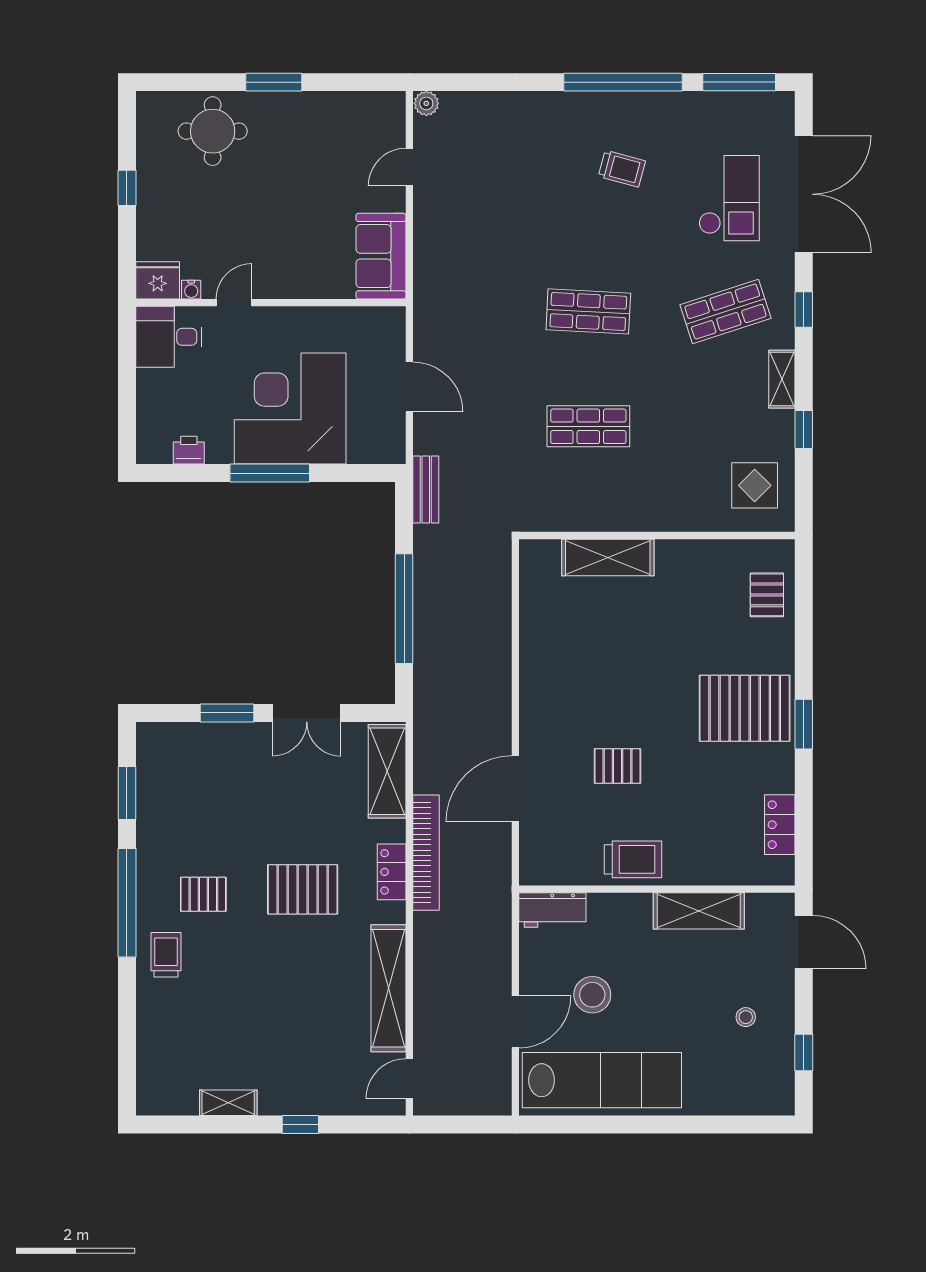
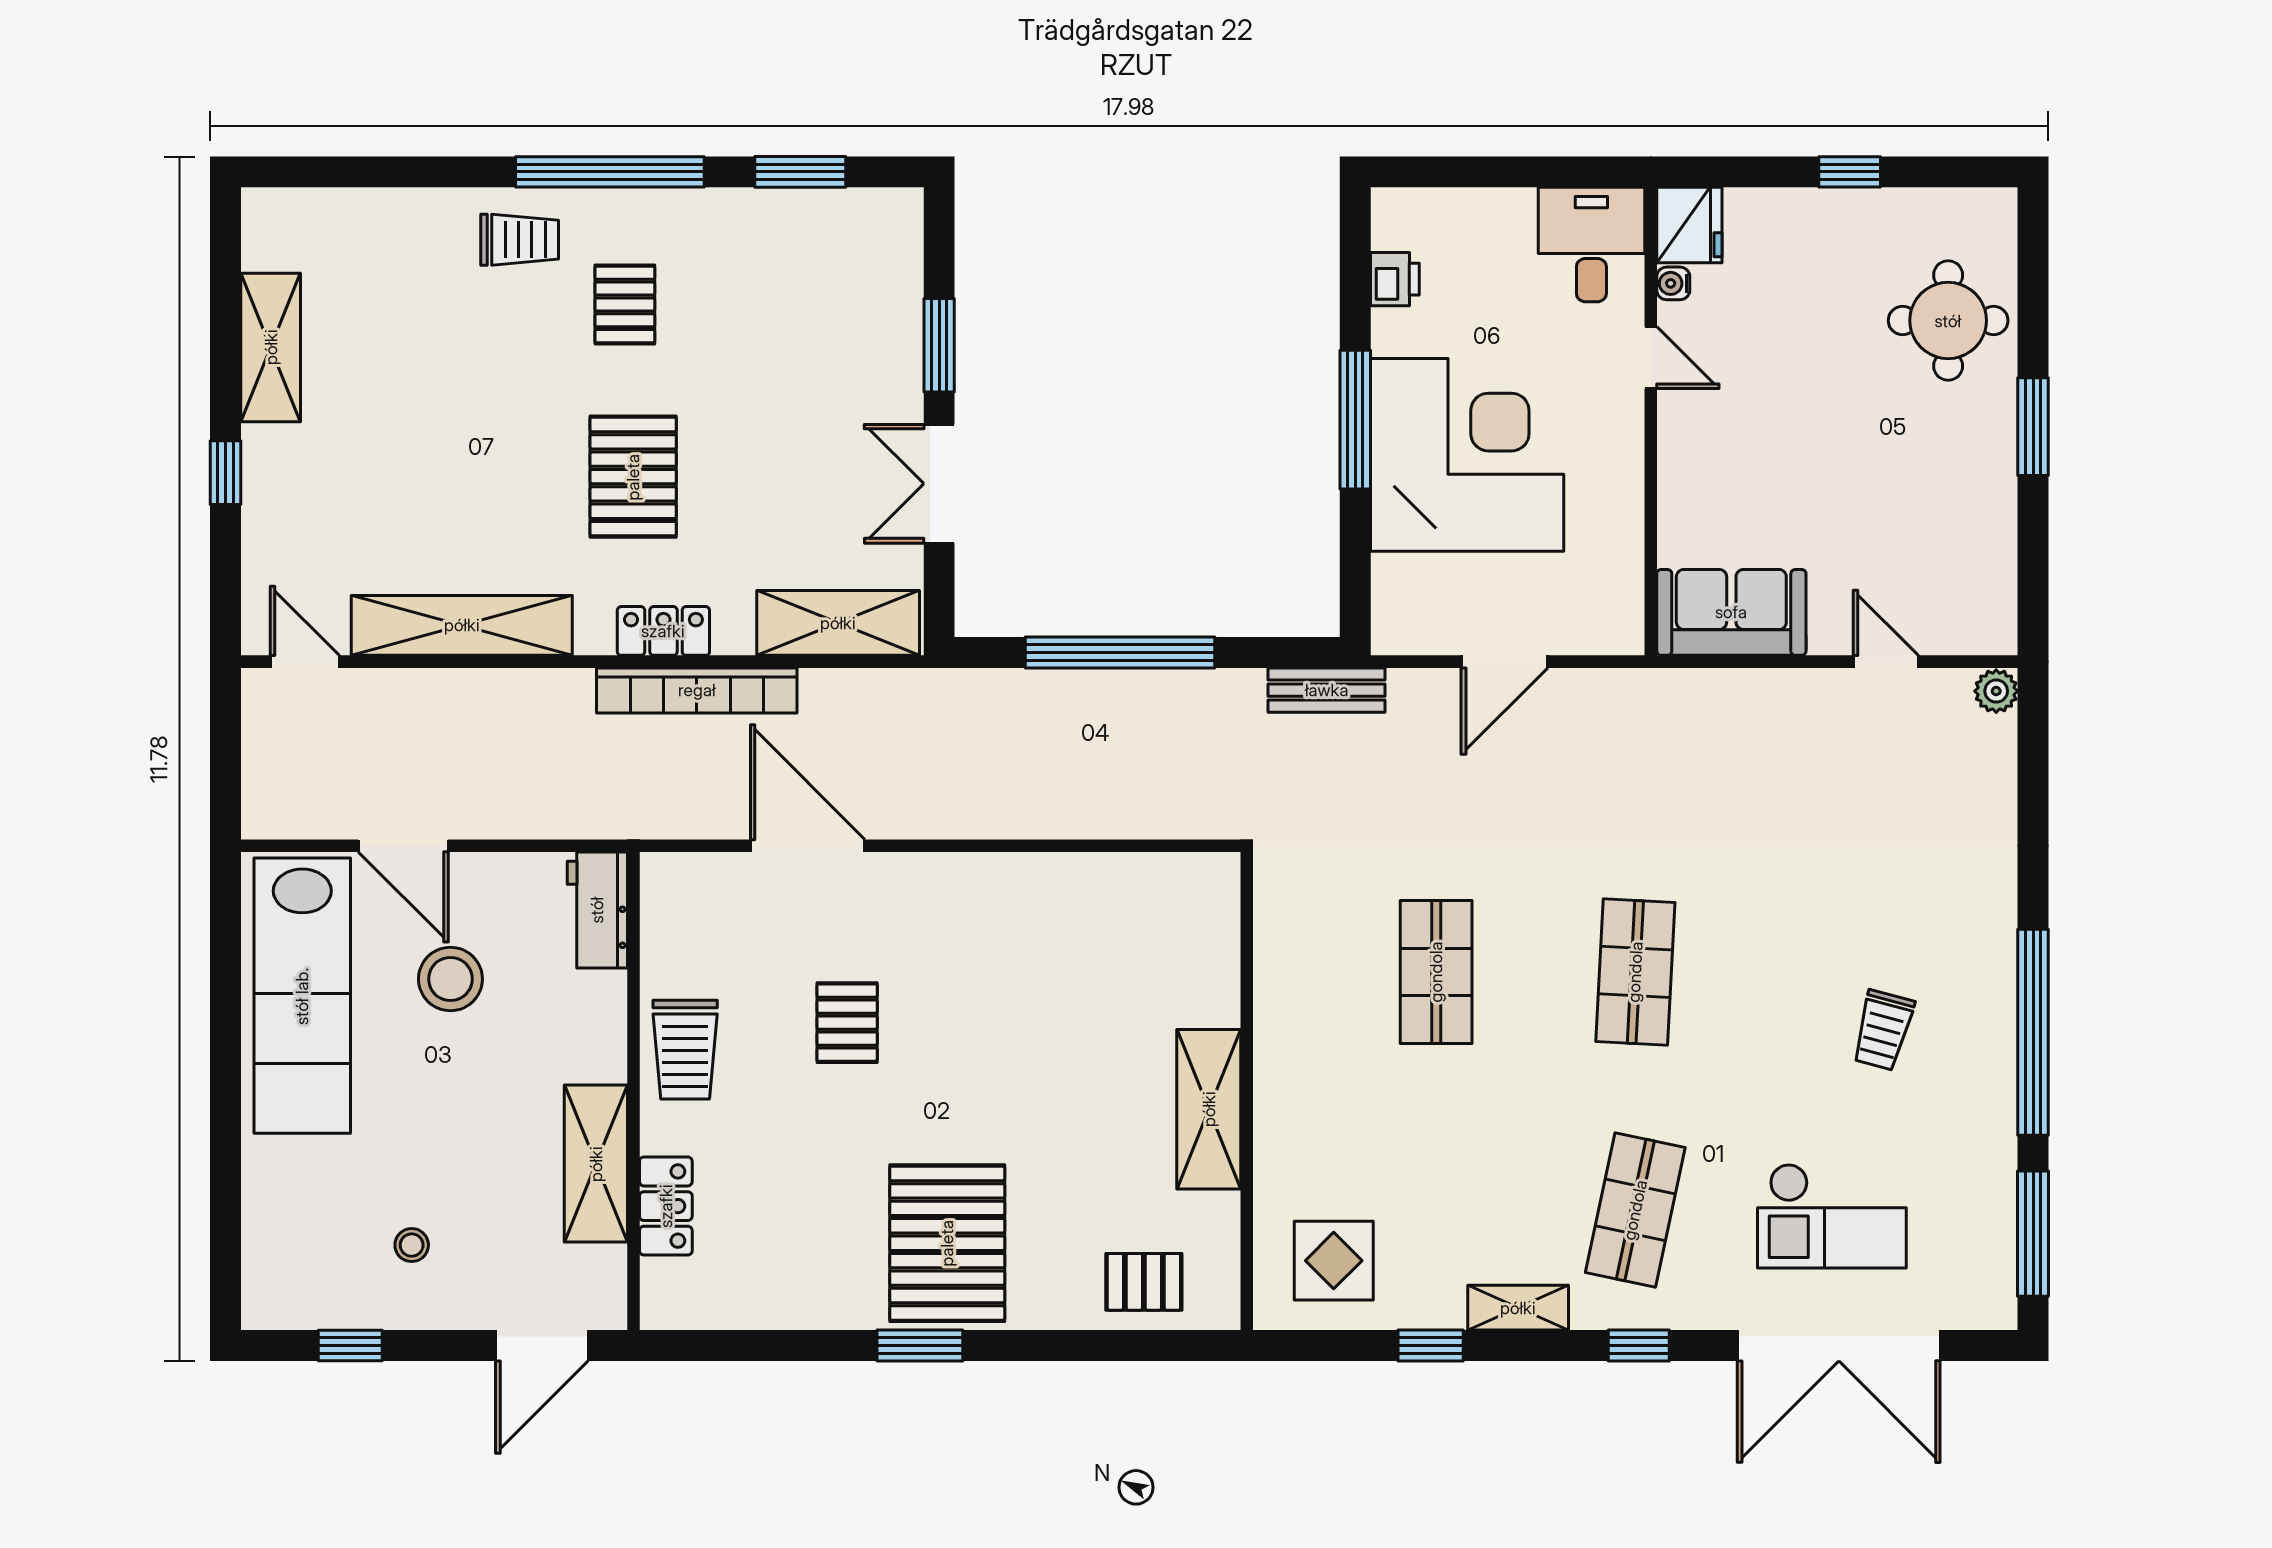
shop shelf: (726, 311) -> (1635, 1210), turned 30
shelving: (608, 557) -> (1209, 1109), moved
locker: (780, 825) -> (666, 1206), moved, turned 90
shelving: (228, 1103) -> (271, 347), width x1.50, depth x1.33

